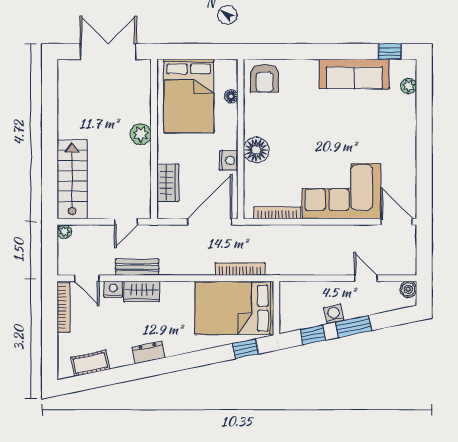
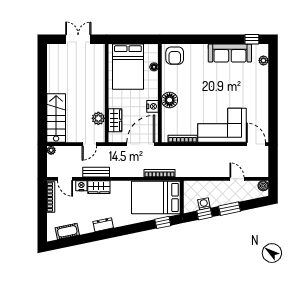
double door: (108, 52) -> (78, 39), width x0.73
plant: (141, 134) -> (98, 118), moved
washing machine: (334, 314) -> (204, 204), moved

